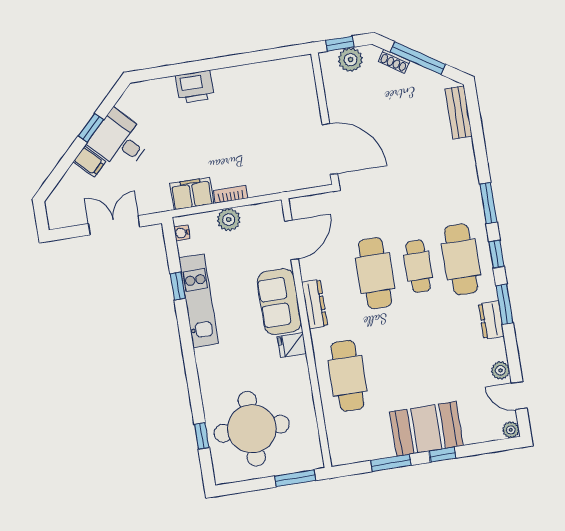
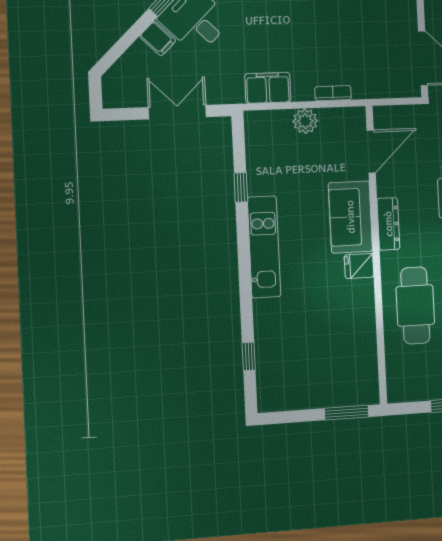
bookcase: (231, 194) -> (333, 93), moved
water cooler: (182, 233) -> (252, 130), removed
kitchen unit: (199, 301) -> (264, 247), moved
round table: (252, 429) -> (305, 354), removed

